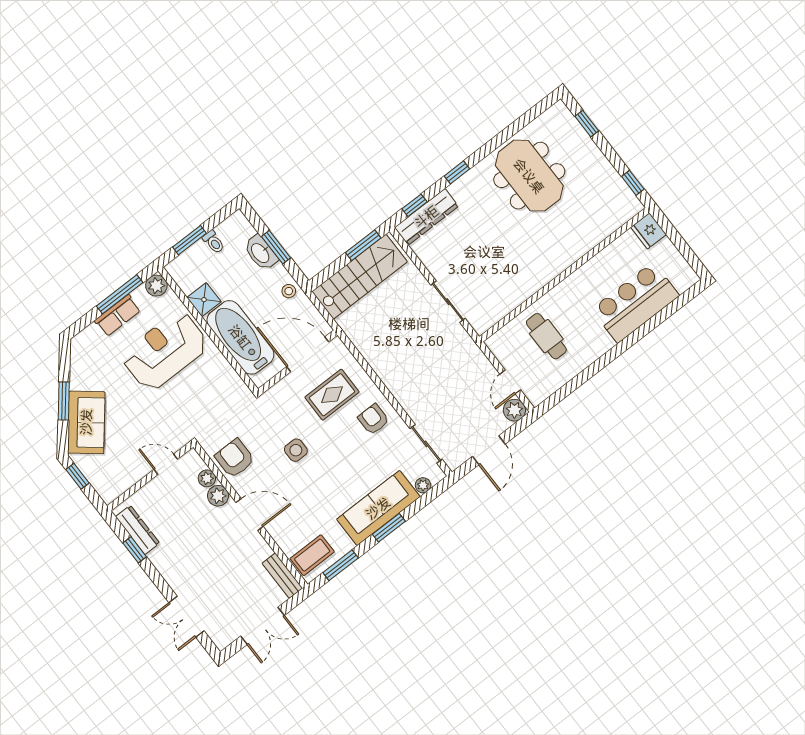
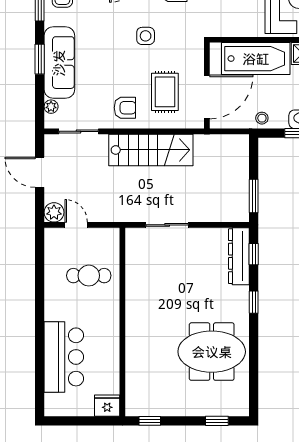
stairs: (360, 277) -> (151, 150), moved, turned -90

